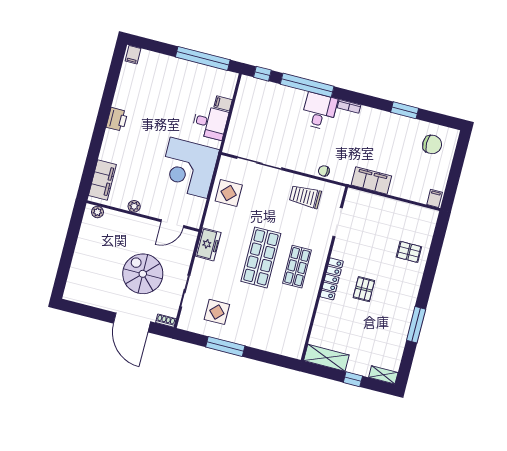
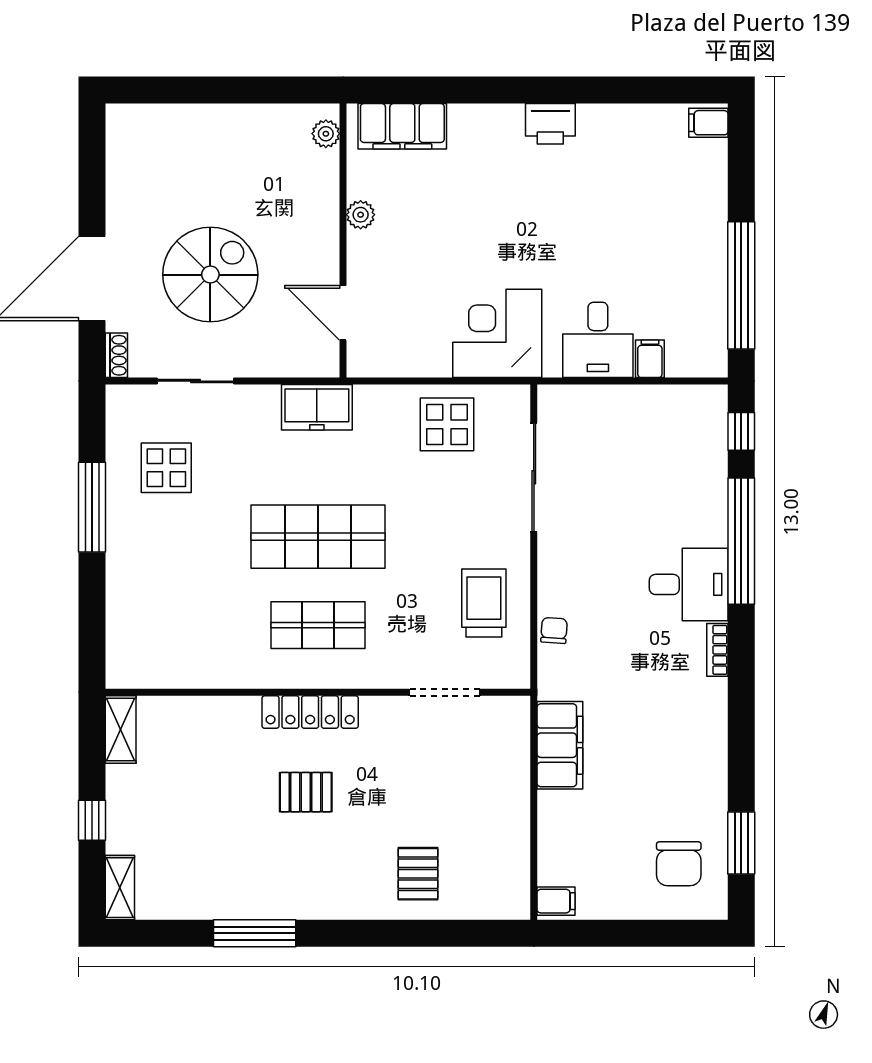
window: (405, 110) -> (741, 843), moved
corner desk: (189, 168) -> (497, 333), width x0.74, depth x0.74
shelving: (326, 358) -> (121, 730), width x0.67, depth x0.75

